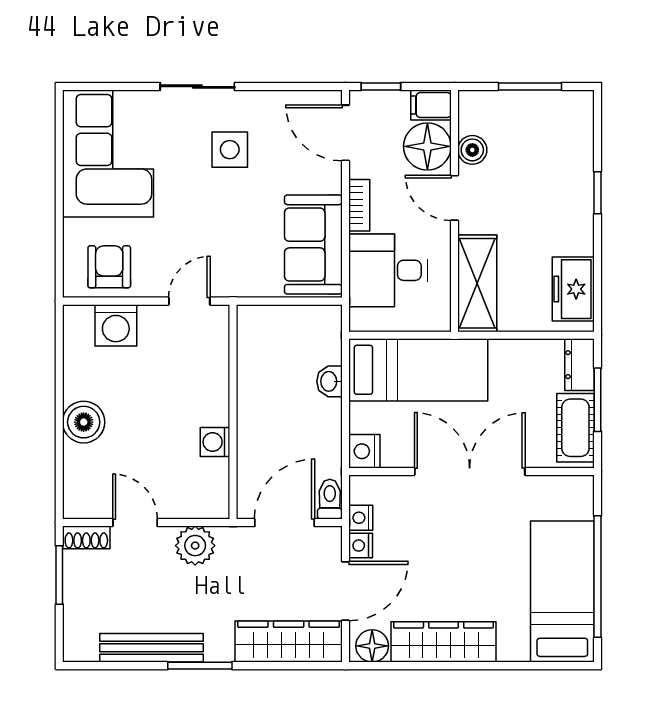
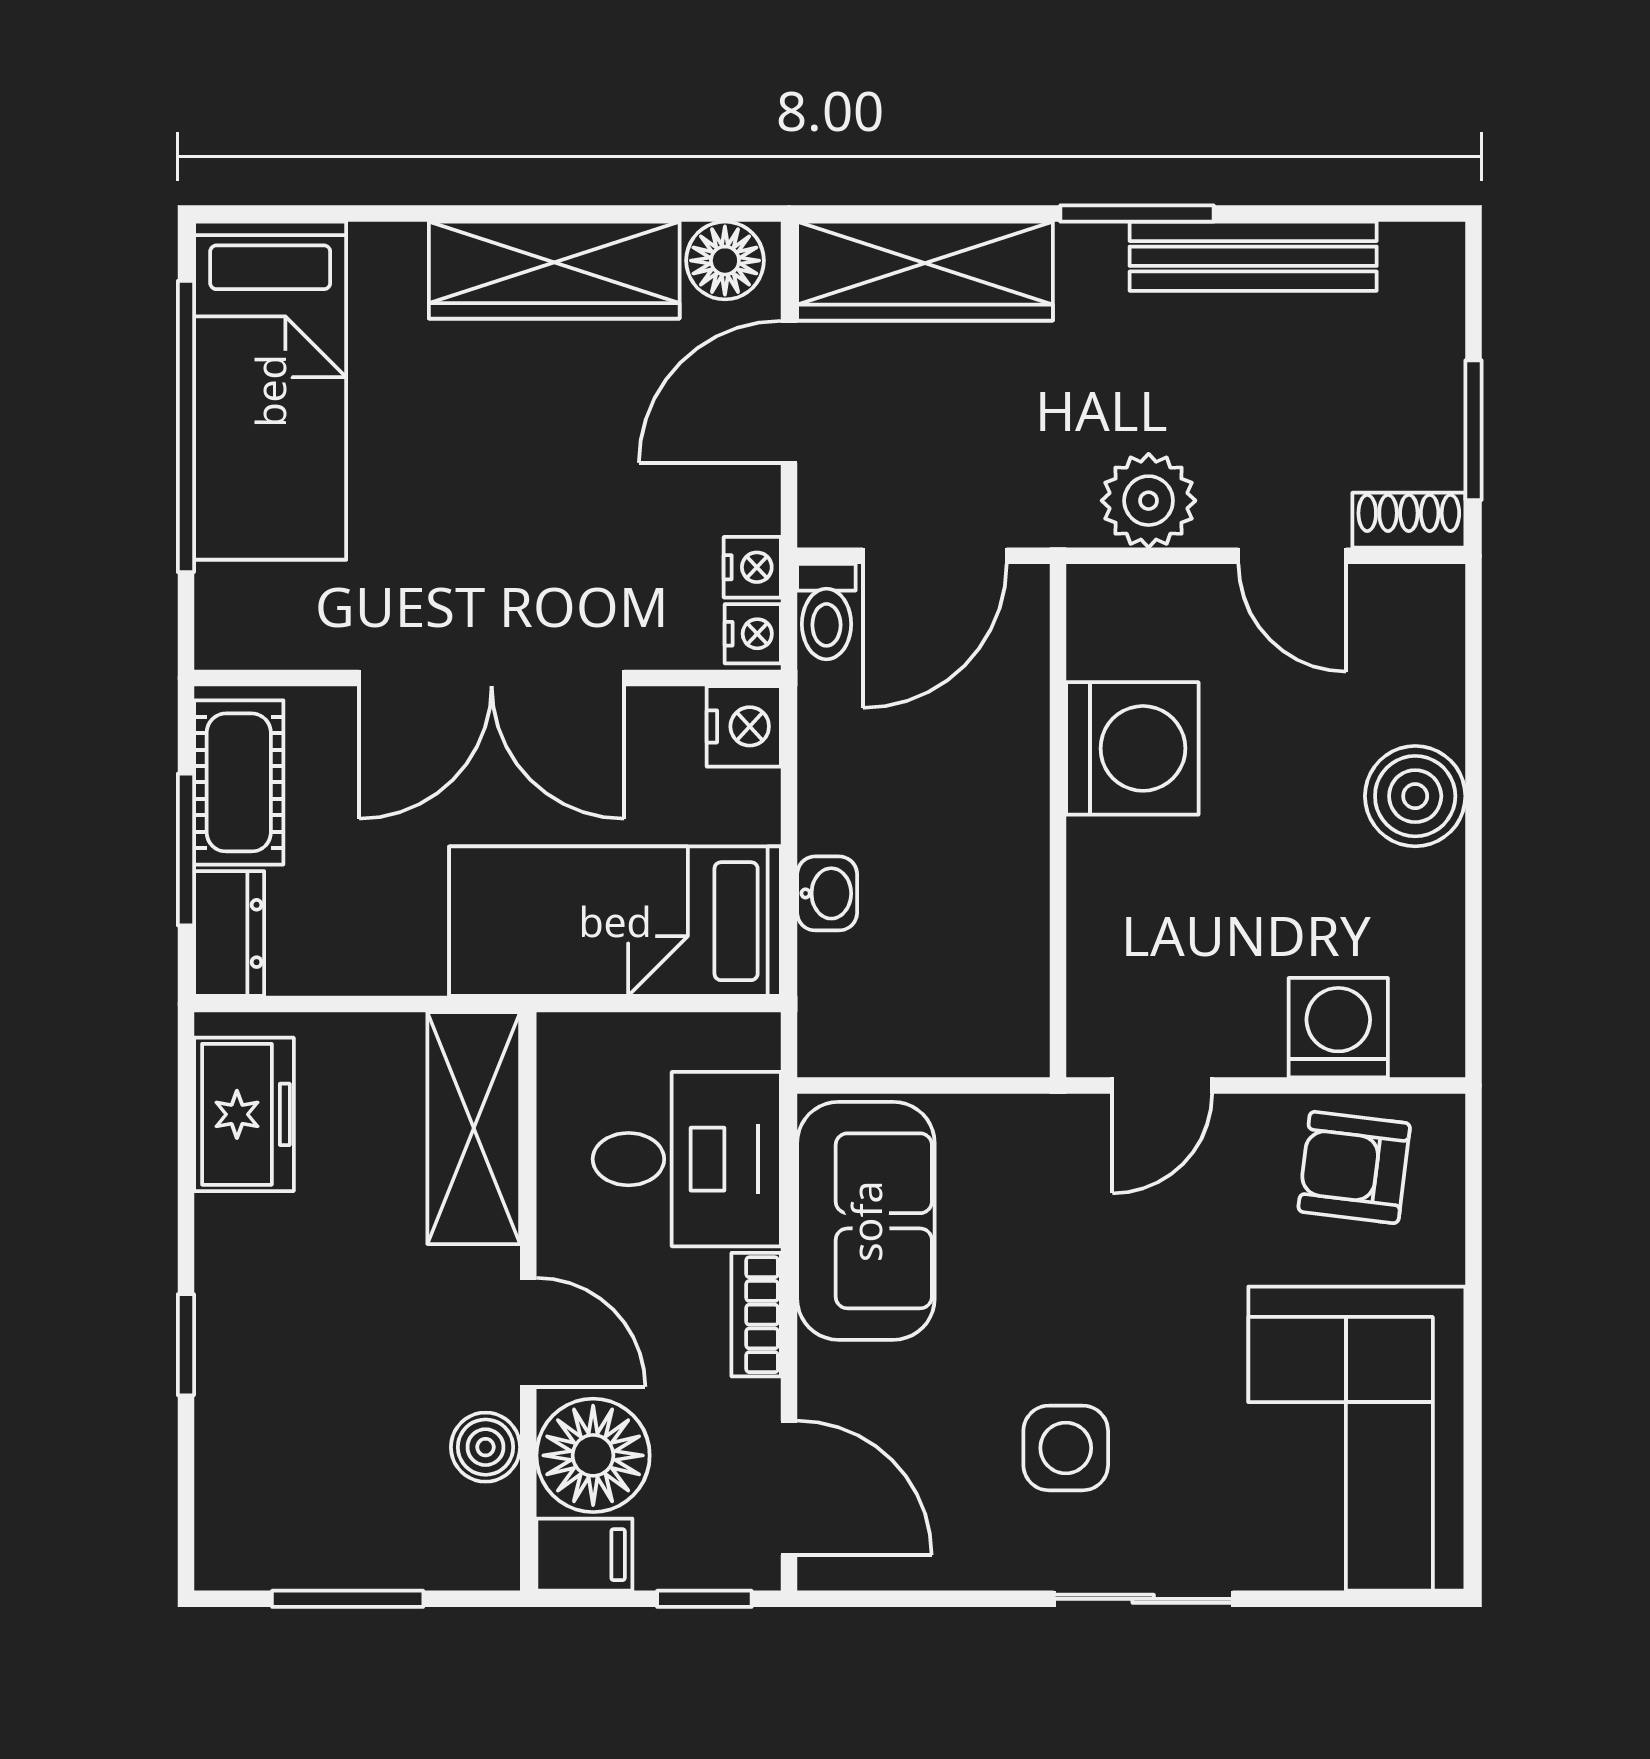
armchair: (109, 267) -> (1354, 1167), turned 97
washing machine: (215, 442) -> (1132, 748), width x1.89, depth x1.89
nightstand: (361, 546) -> (753, 634), moved

